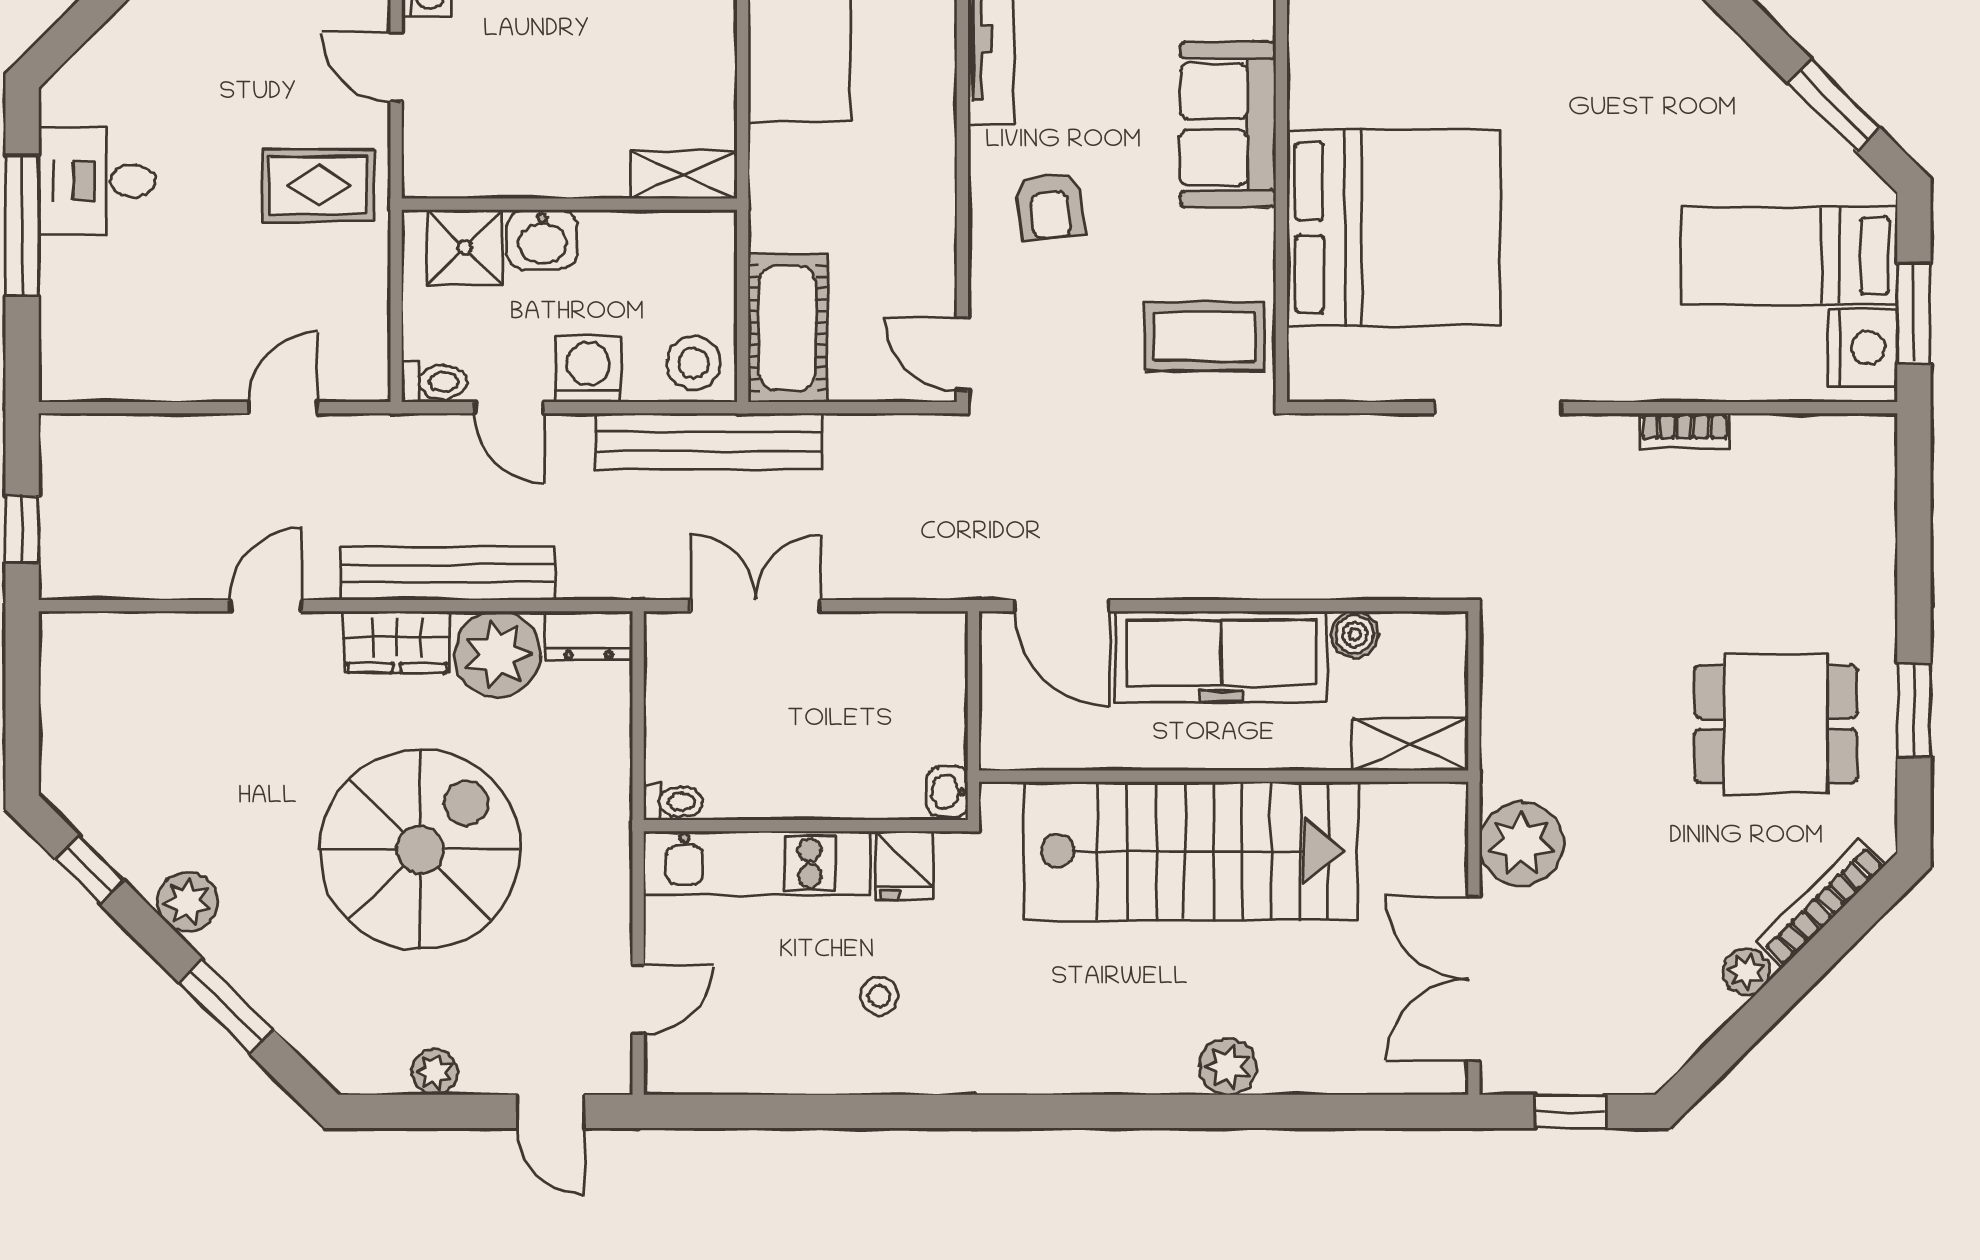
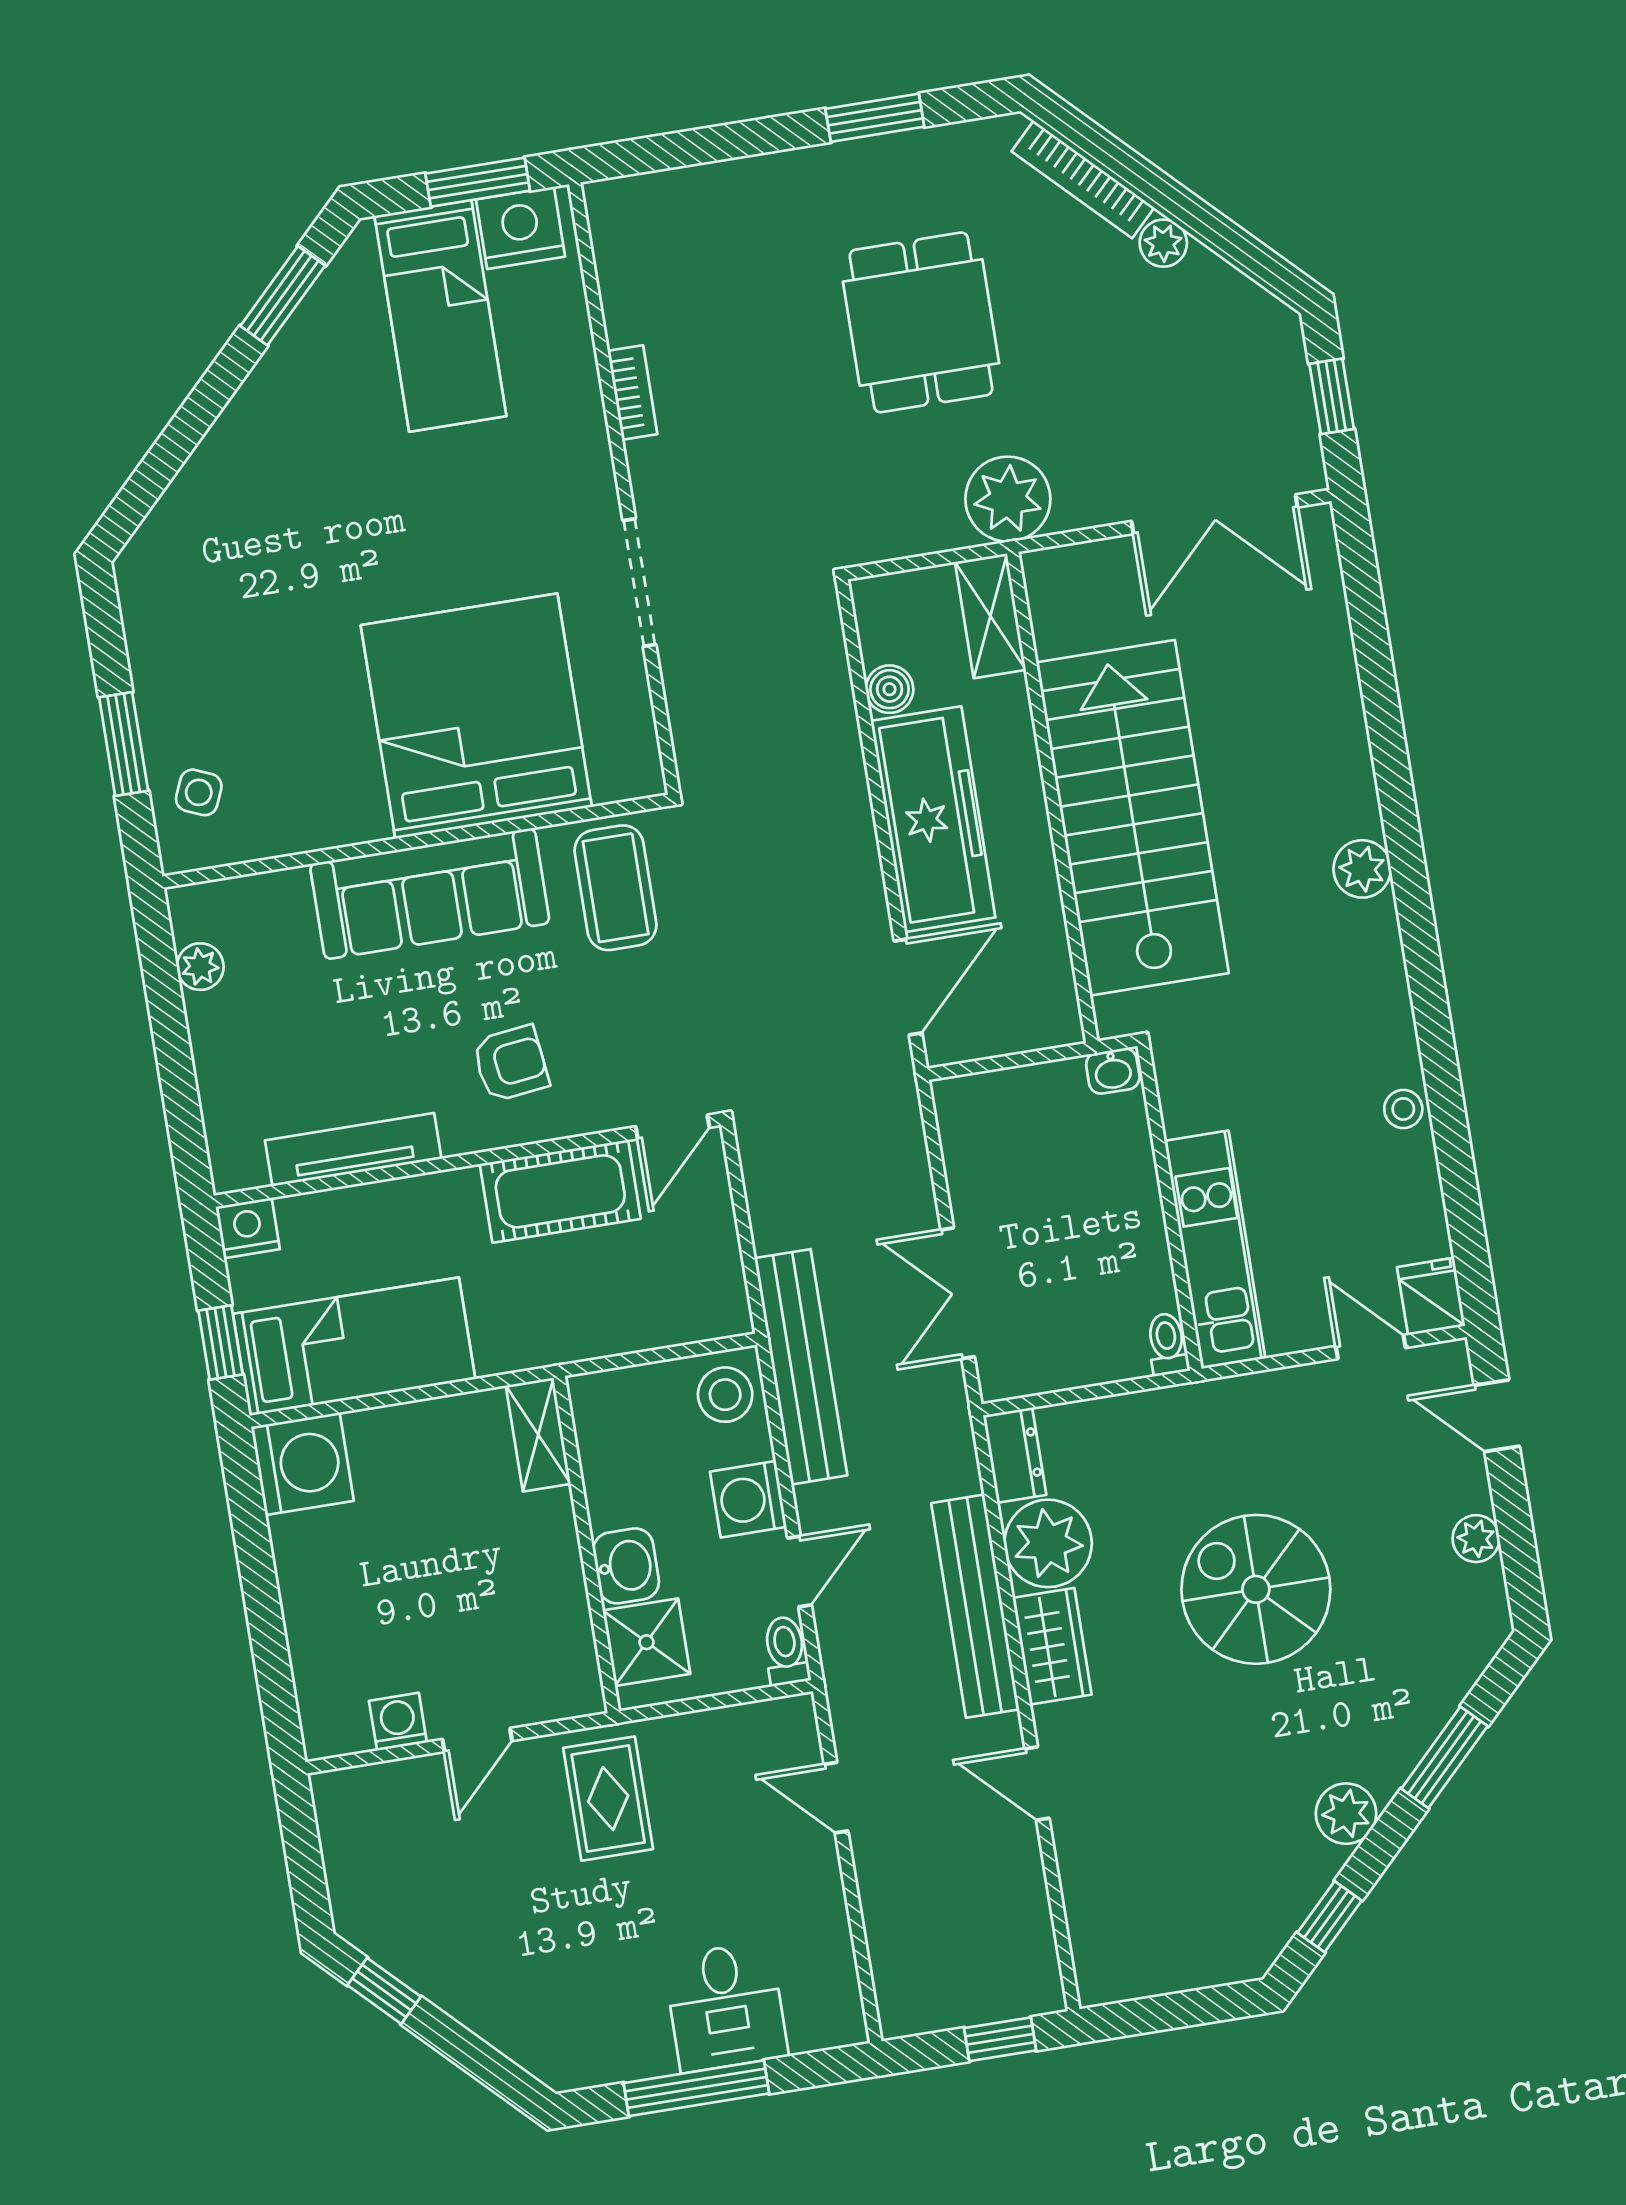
sofa: (1228, 124) -> (430, 894), width x1.36
desk: (97, 181) -> (726, 2007), moved
cot: (787, 328) -> (560, 1191), moved
dining table: (1776, 724) -> (921, 322), moved
plant: (1521, 844) -> (1008, 499), moved
spiral stairs: (420, 849) -> (1256, 1589), width x0.73, depth x0.73
fridge: (904, 865) -> (1431, 1297), moved, turned -90
stool: (879, 996) -> (1403, 1109), moved
plant: (1228, 1067) -> (1362, 869), moved
door: (551, 1111) -> (1497, 1416), swing flipped

